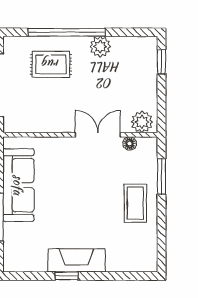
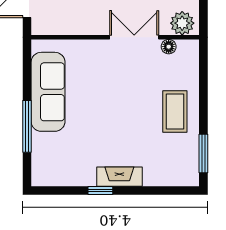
window: (162, 176) -> (203, 153), moved
fireplace: (77, 260) -> (119, 177), width x0.73, depth x0.76

